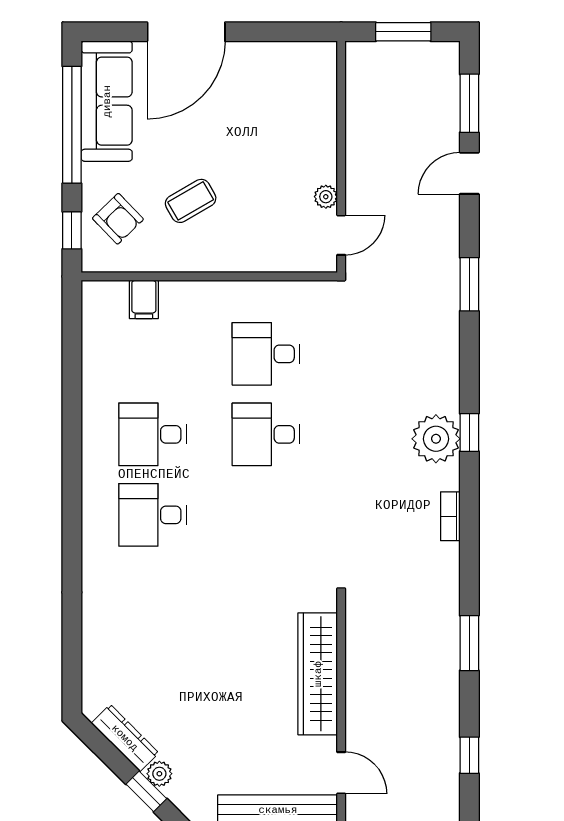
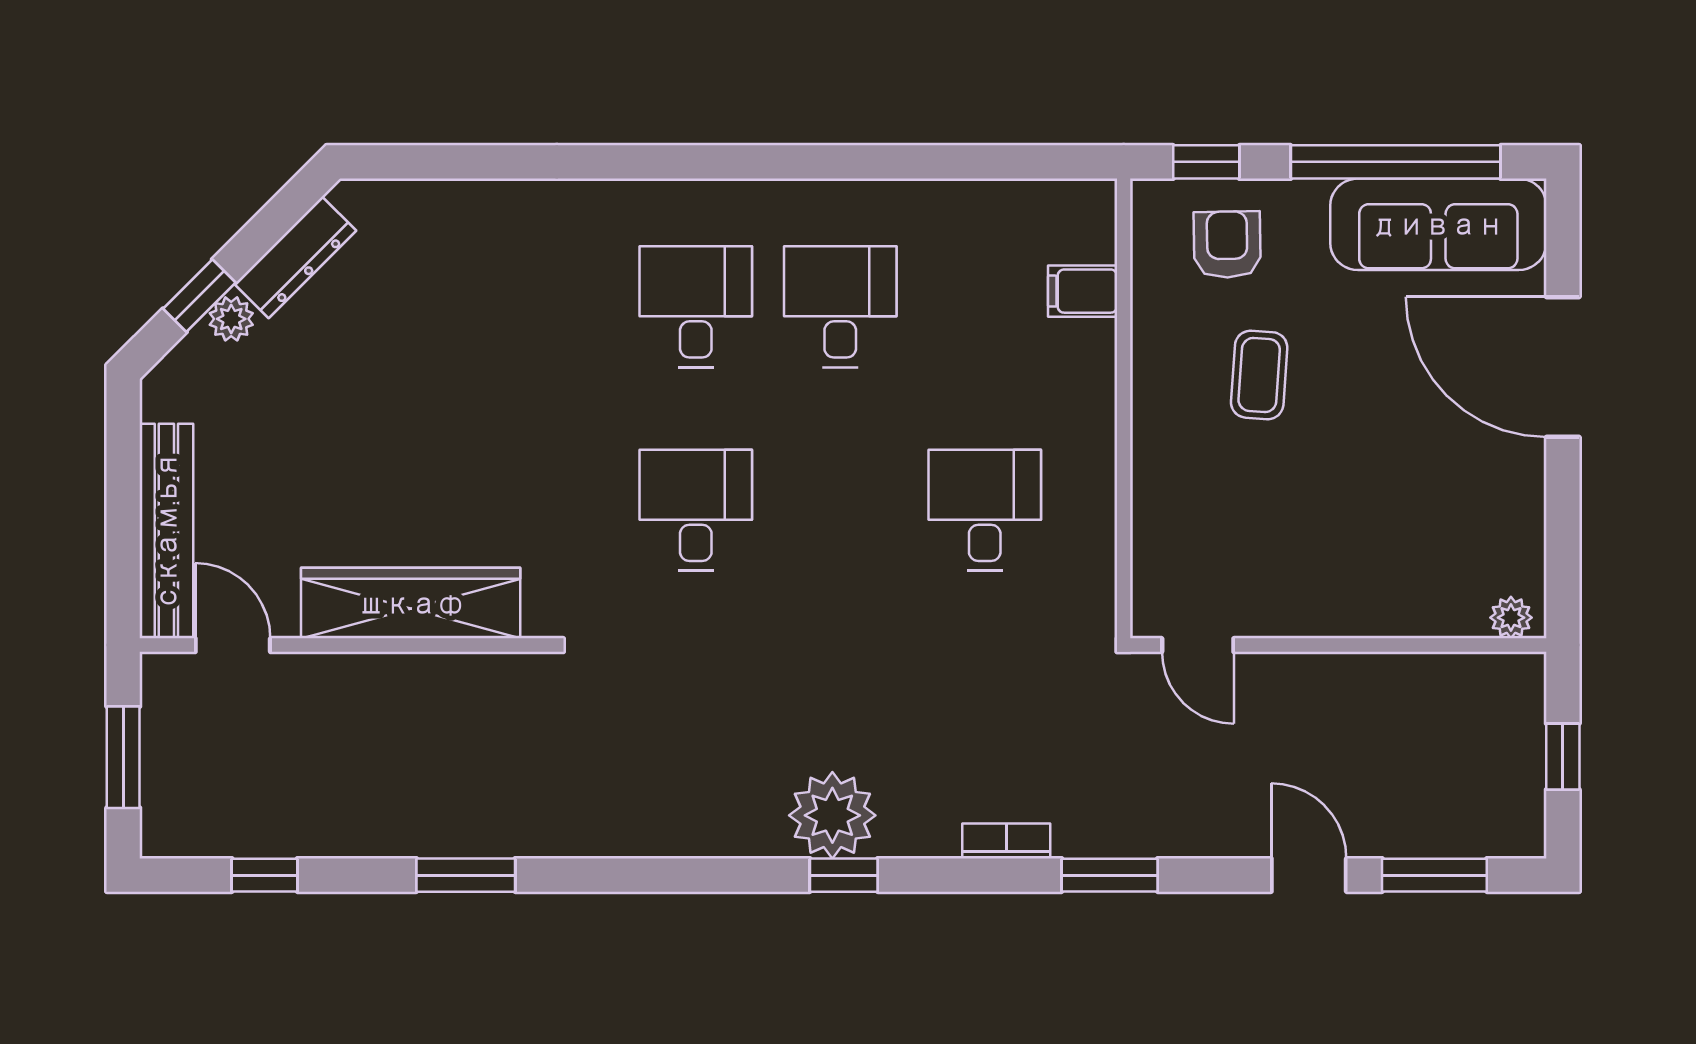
window: (403, 32) -> (1563, 757), width x0.67
plant: (326, 197) -> (1511, 618), moved
coffee table: (191, 201) -> (1259, 375), turned 34
armchair: (118, 219) -> (1227, 245), turned 133
desk: (266, 434) -> (696, 510), moved
bookcase: (450, 516) -> (1006, 841), moved
door: (341, 773) -> (233, 645), swing flipped

